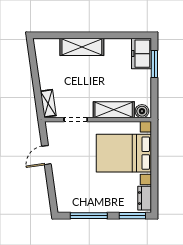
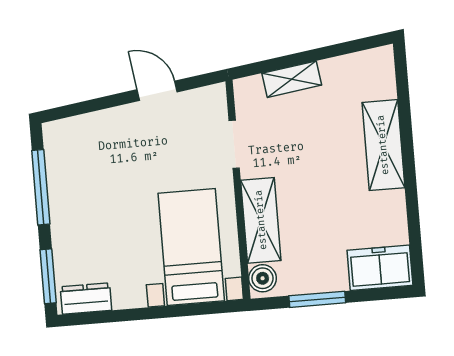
window: (154, 64) -> (317, 299), moved
shelving: (48, 103) -> (292, 79), moved
bed with nightstands: (124, 153) -> (191, 247), width x0.73

